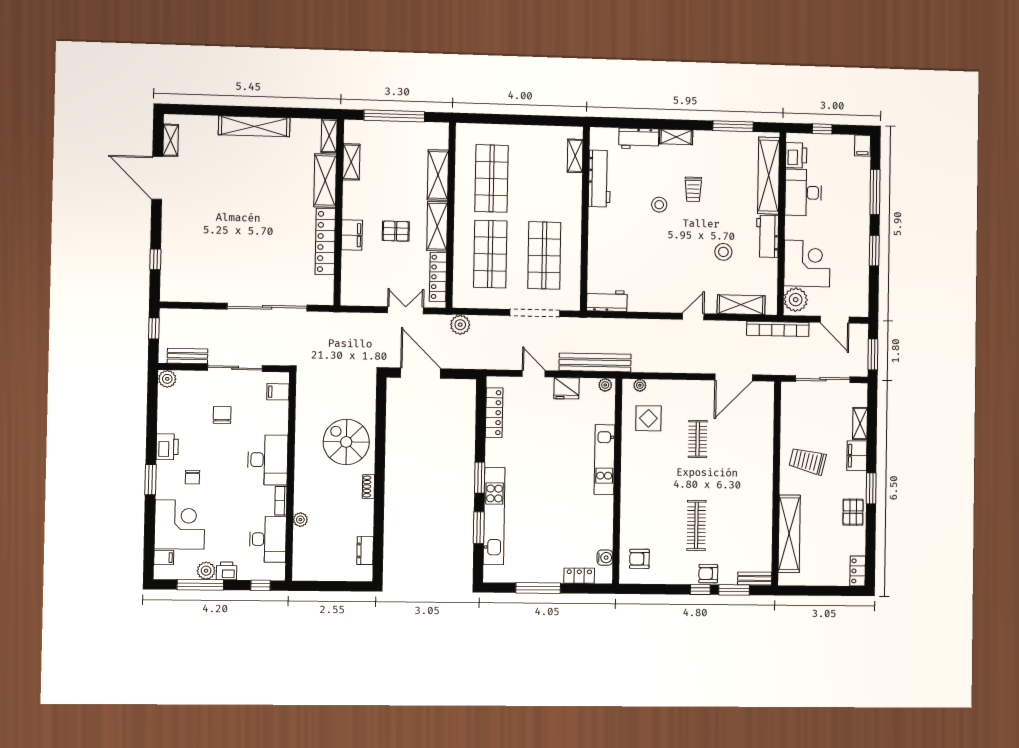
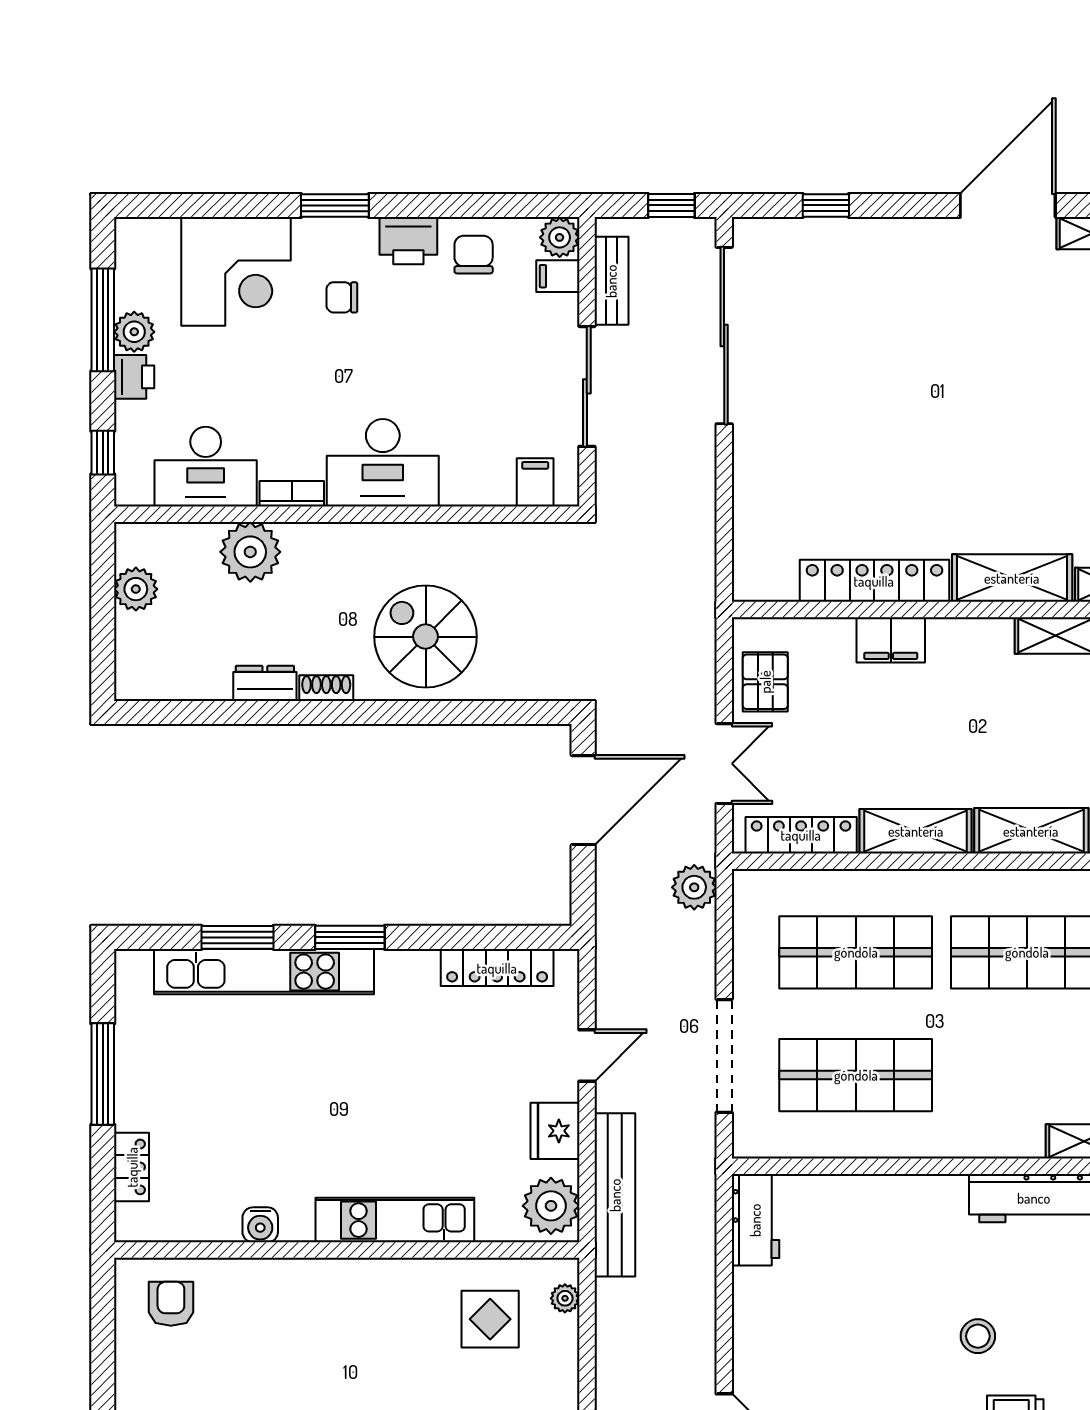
pallet: (396, 231) -> (765, 682), moved
sliding door: (267, 307) -> (724, 336), moved
plant: (605, 385) -> (551, 1206), width x1.87, depth x1.87
chair: (222, 415) -> (474, 255), moved, turned -90
spiral stairs: (346, 442) -> (426, 637), turned -90
plant: (300, 520) -> (250, 552), width x1.88, depth x1.88
dresser: (365, 551) -> (265, 683), moved
filing cabinet: (164, 558) -> (558, 276), moved, turned 90
water cooler: (605, 558) -> (260, 1225), moved
plant: (322, 571) -> (136, 589), added

